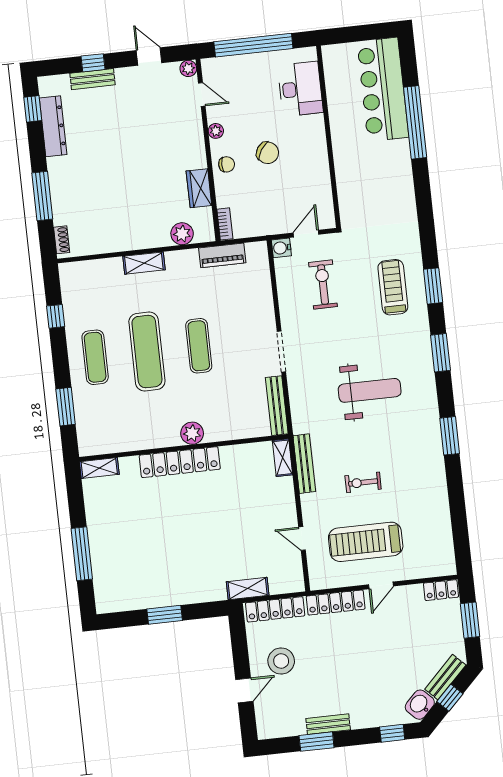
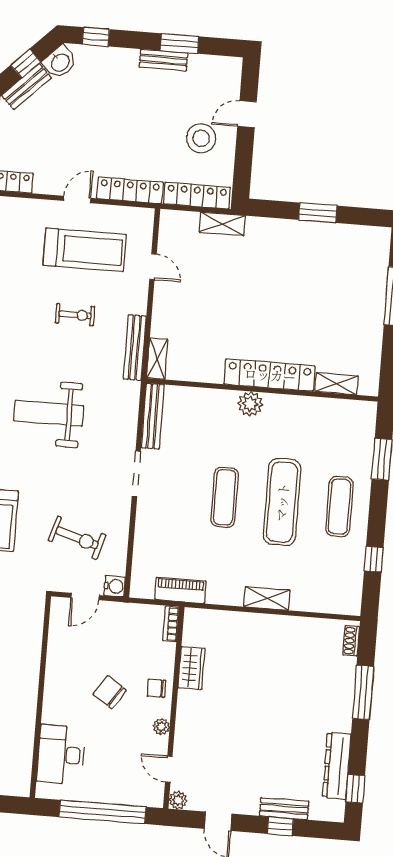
plant: (182, 234) -> (219, 622), removed
exercise bike: (323, 285) -> (77, 538), turned -73
shelving: (99, 468) -> (337, 384), moved

